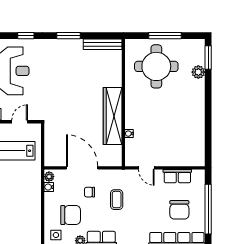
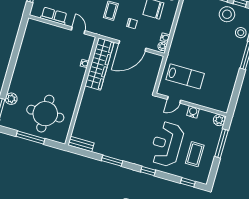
bench: (103, 44) -> (81, 144), width x0.73
wardrobe: (113, 116) -> (99, 64), moved
door: (82, 168) -> (132, 46), hinge flipped

